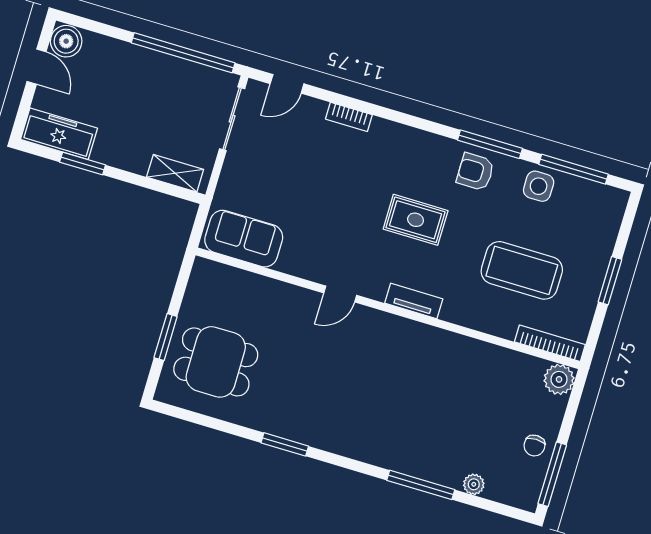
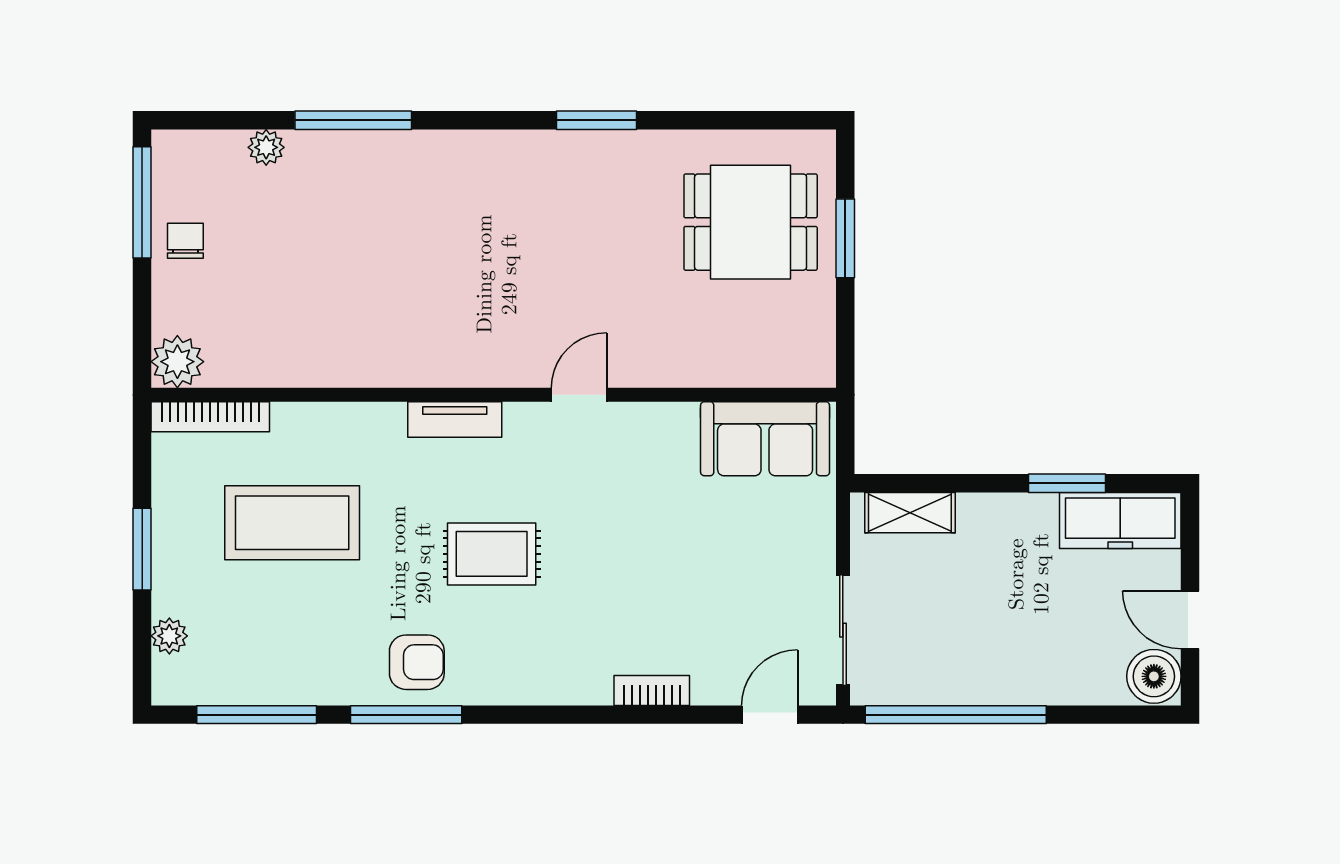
side table: (539, 186) -> (306, 669), removed
plant: (609, 228) -> (169, 636), added

